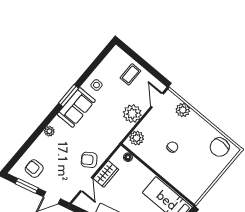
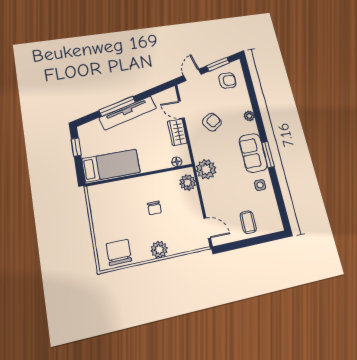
plant: (183, 110) -> (159, 249), moved
plant: (132, 114) -> (206, 169), moved
armchair: (89, 160) -> (212, 122), moved

